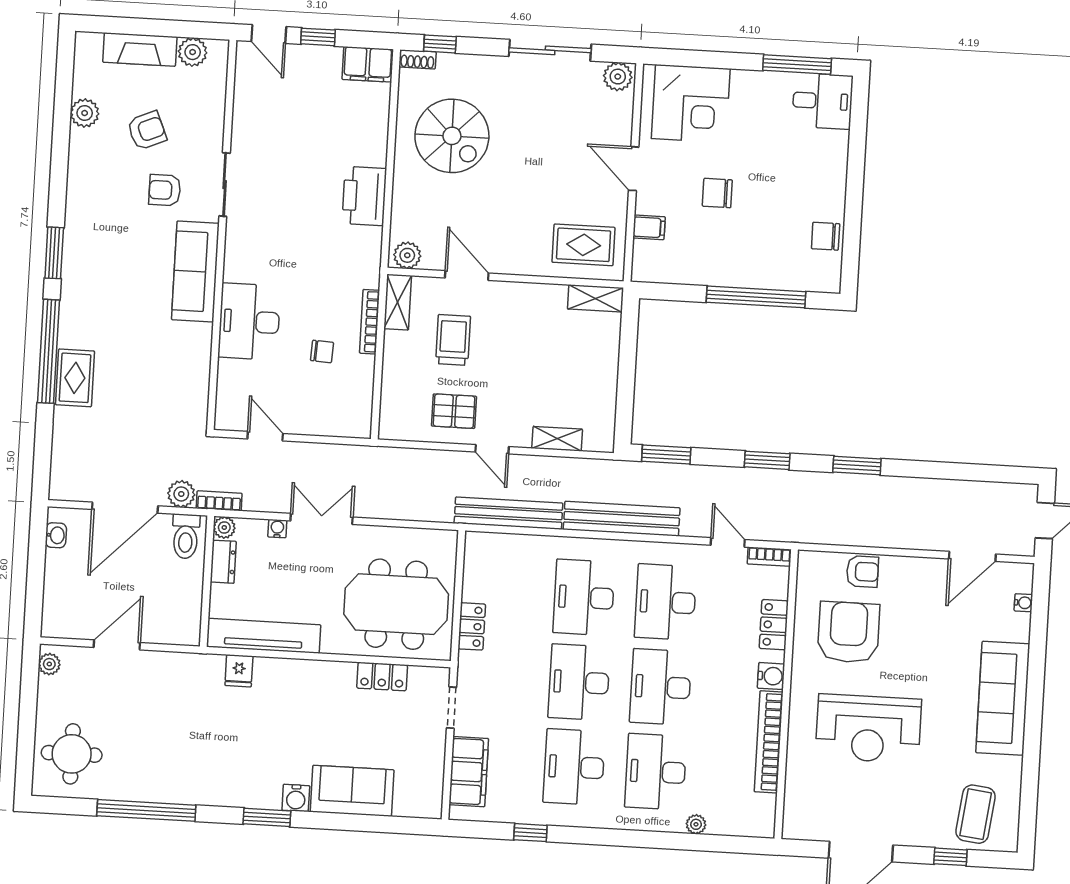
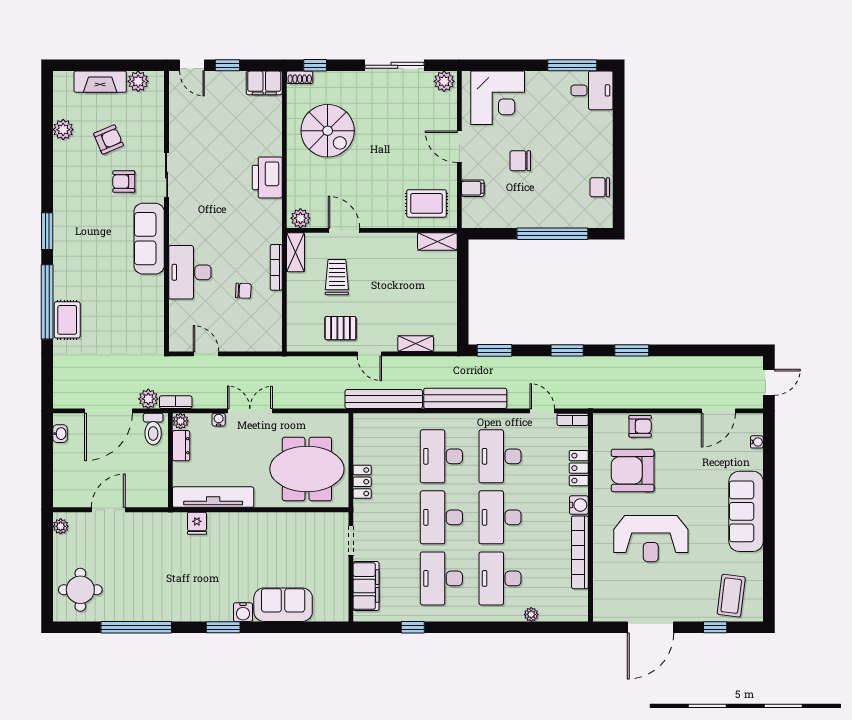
armchair: (849, 632) -> (633, 470), turned -90
locker: (382, 677) -> (300, 521), removed

